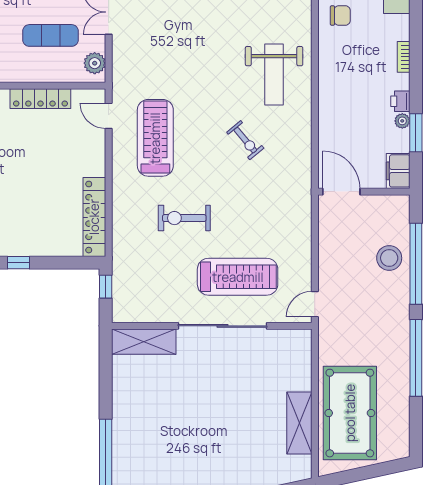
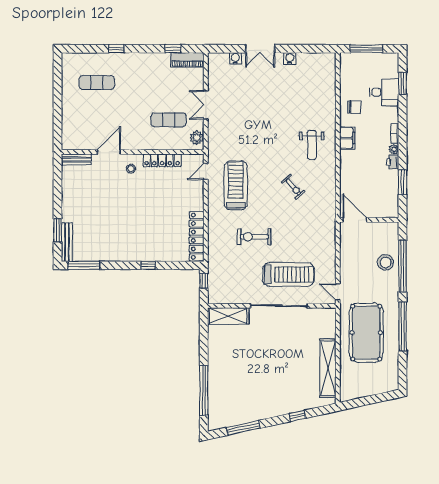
weight bench: (274, 75) -> (312, 145), width x0.73, depth x0.75
door: (109, 116) -> (206, 171), hinge flipped
plant: (402, 121) -> (394, 149), moved
filing cabinet: (398, 171) -> (347, 138), moved, turned 180
door: (315, 304) -> (338, 292), hinge flipped
pool table: (350, 413) -> (366, 333), moved
shelving: (299, 423) -> (328, 368), width x1.47

